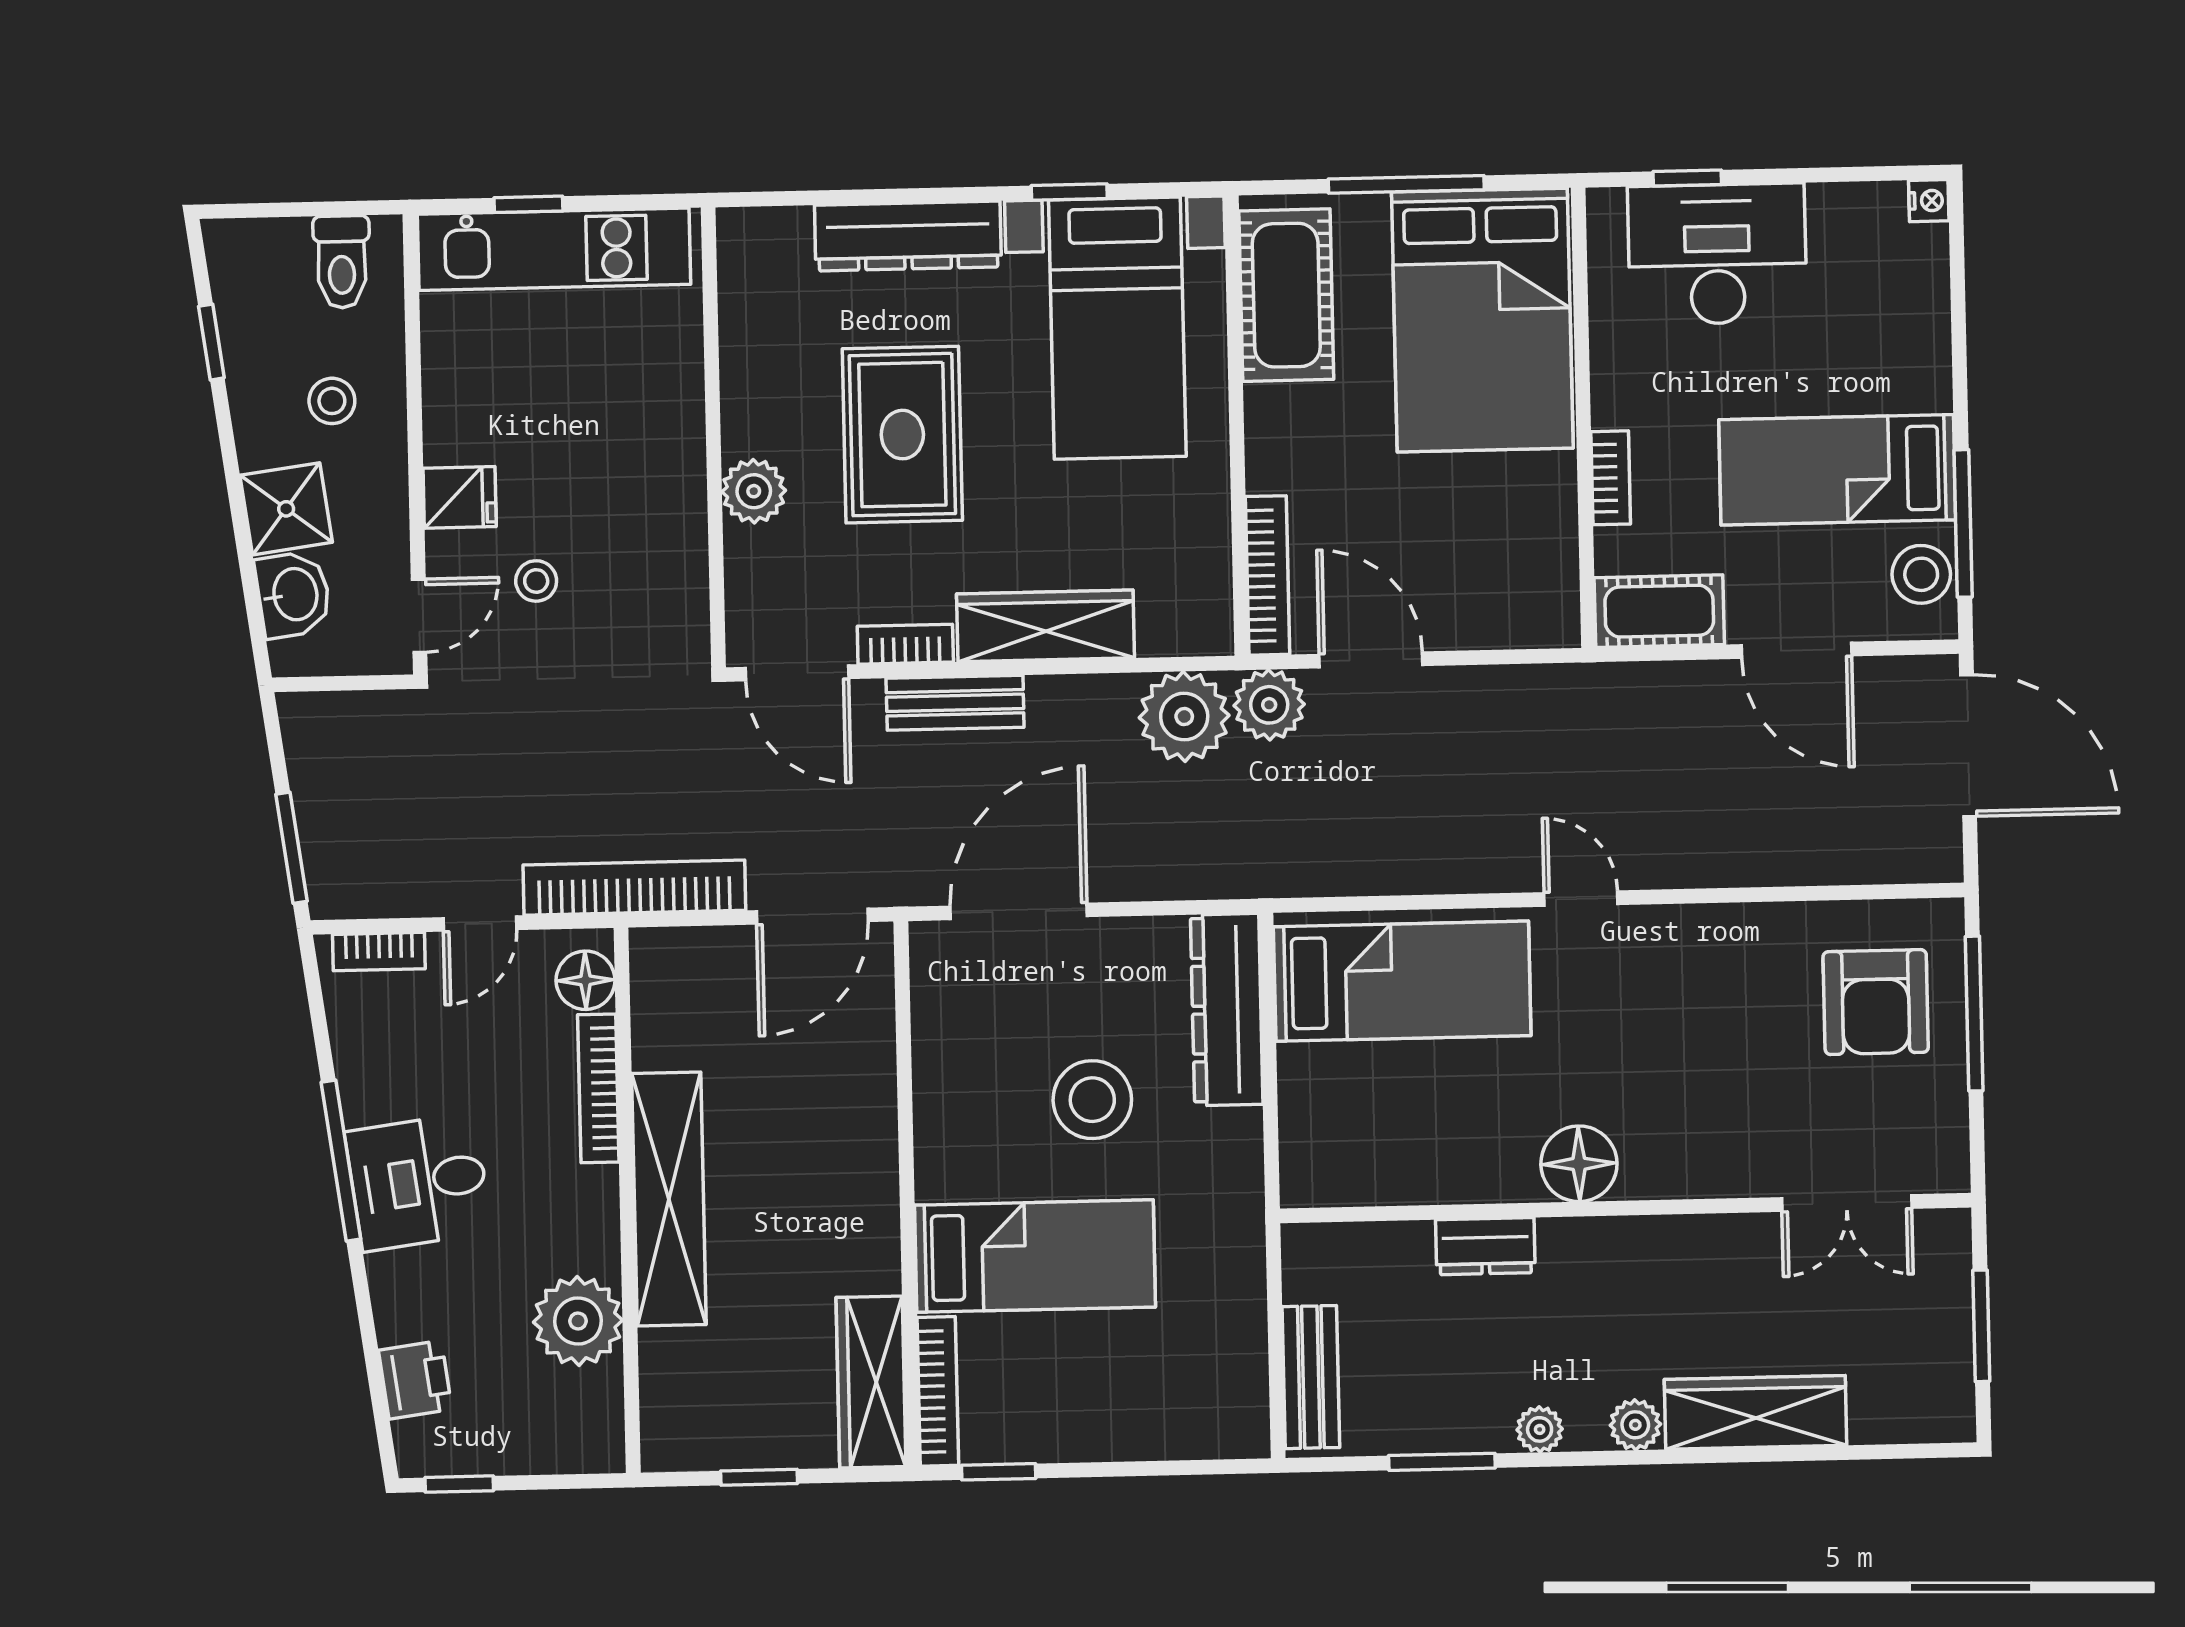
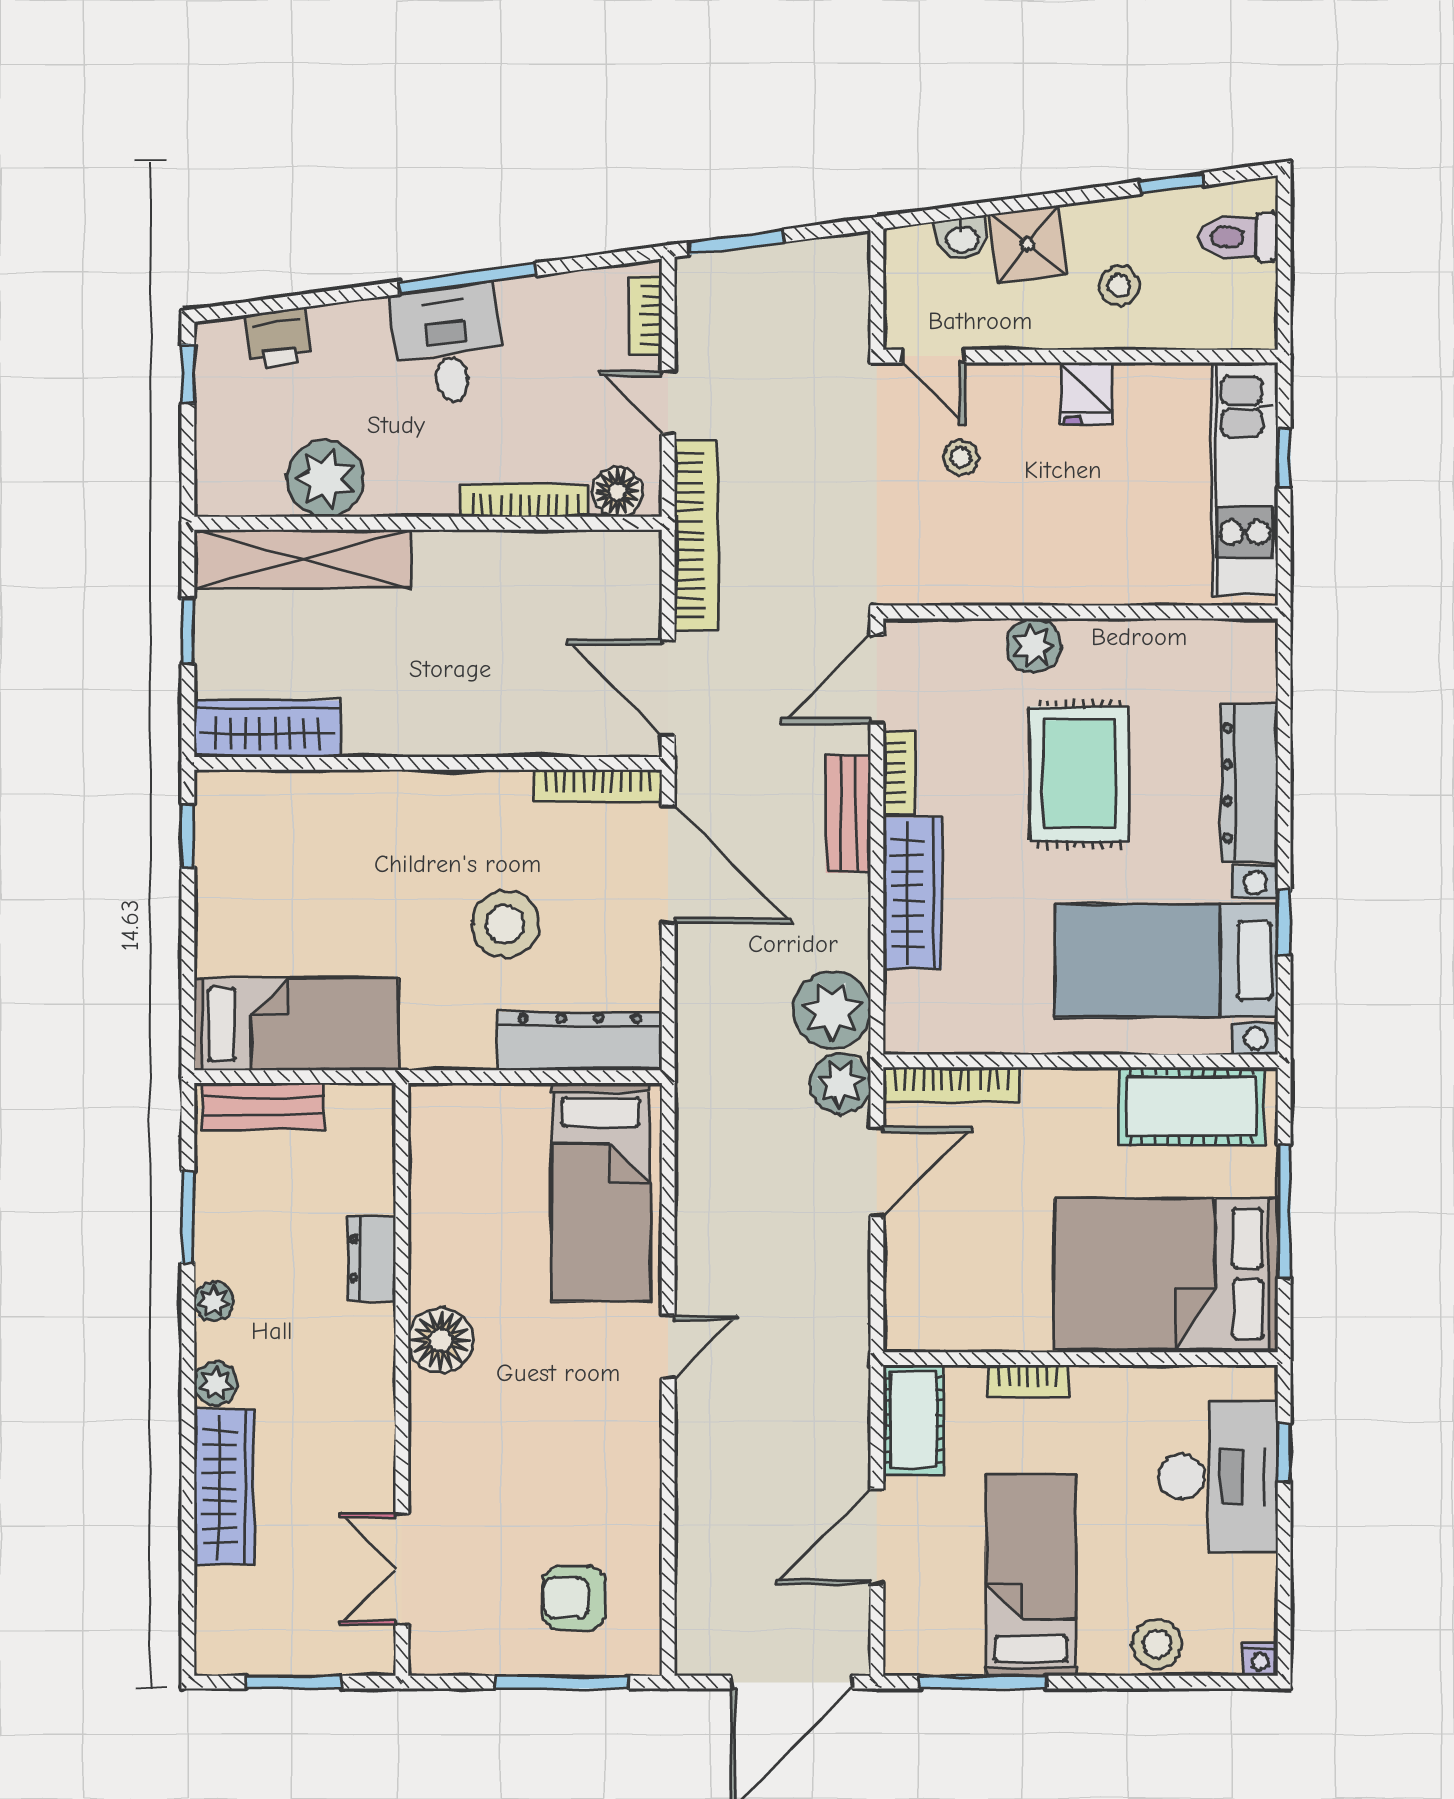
toilet: (342, 262) -> (1238, 237), moved
rug: (902, 435) -> (1079, 774), turned 90
fridge: (460, 497) -> (1086, 393), moved
stool: (1921, 574) -> (1157, 1644), moved
washbasin: (293, 594) -> (962, 239), width x0.72, depth x0.69
armchair: (1876, 1002) -> (574, 1598), width x0.72, depth x0.72
shelving: (669, 1199) -> (303, 559), moved
bed: (1035, 1256) -> (296, 1024), moved, turned -90
bookcase: (938, 1391) -> (598, 786), moved

